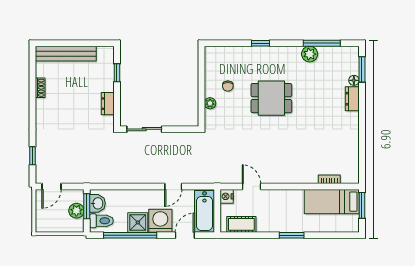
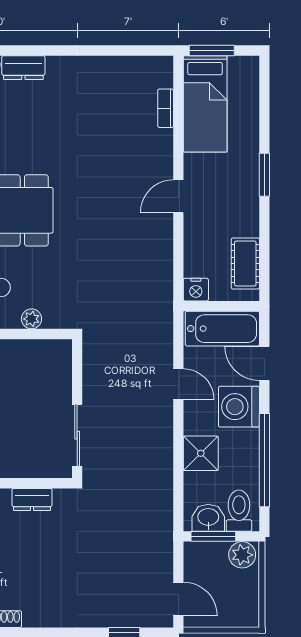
door: (251, 186) -> (178, 196), moved
plant: (76, 211) -> (242, 555), moved
shower: (138, 222) -> (201, 453), moved

